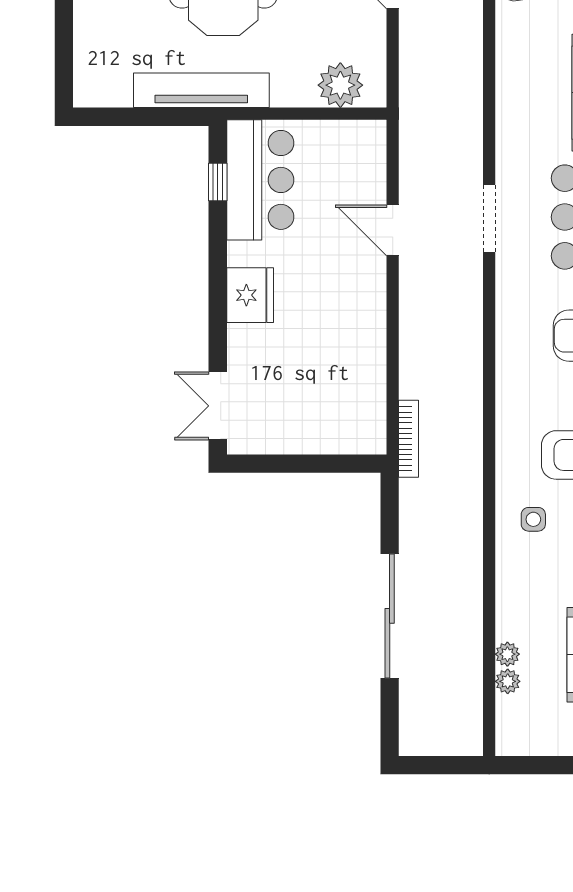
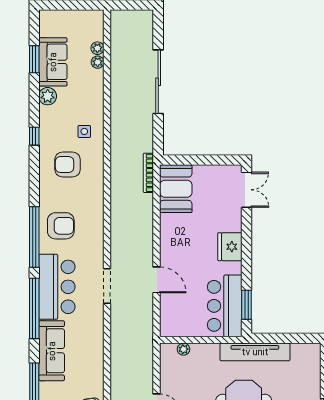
plant: (340, 85) -> (183, 349), width x0.53, depth x0.53
window: (218, 182) -> (246, 305), width x1.50
booth: (355, 408) -> (176, 189), added

